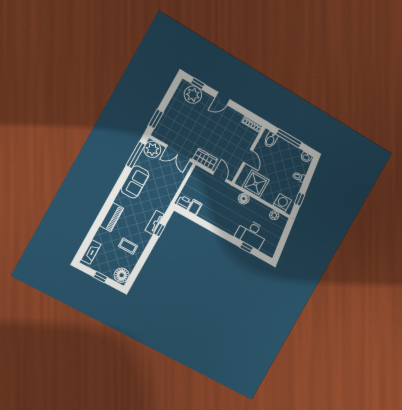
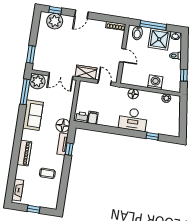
shower: (256, 184) -> (159, 39), moved
washing machine: (282, 203) -> (155, 82), moved
desk: (252, 234) -> (133, 119), moved
floor lamp: (122, 275) -> (63, 125), moved

